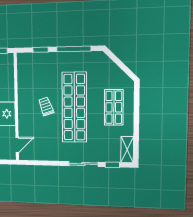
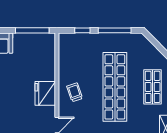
trolley: (46, 106) -> (75, 92), moved

